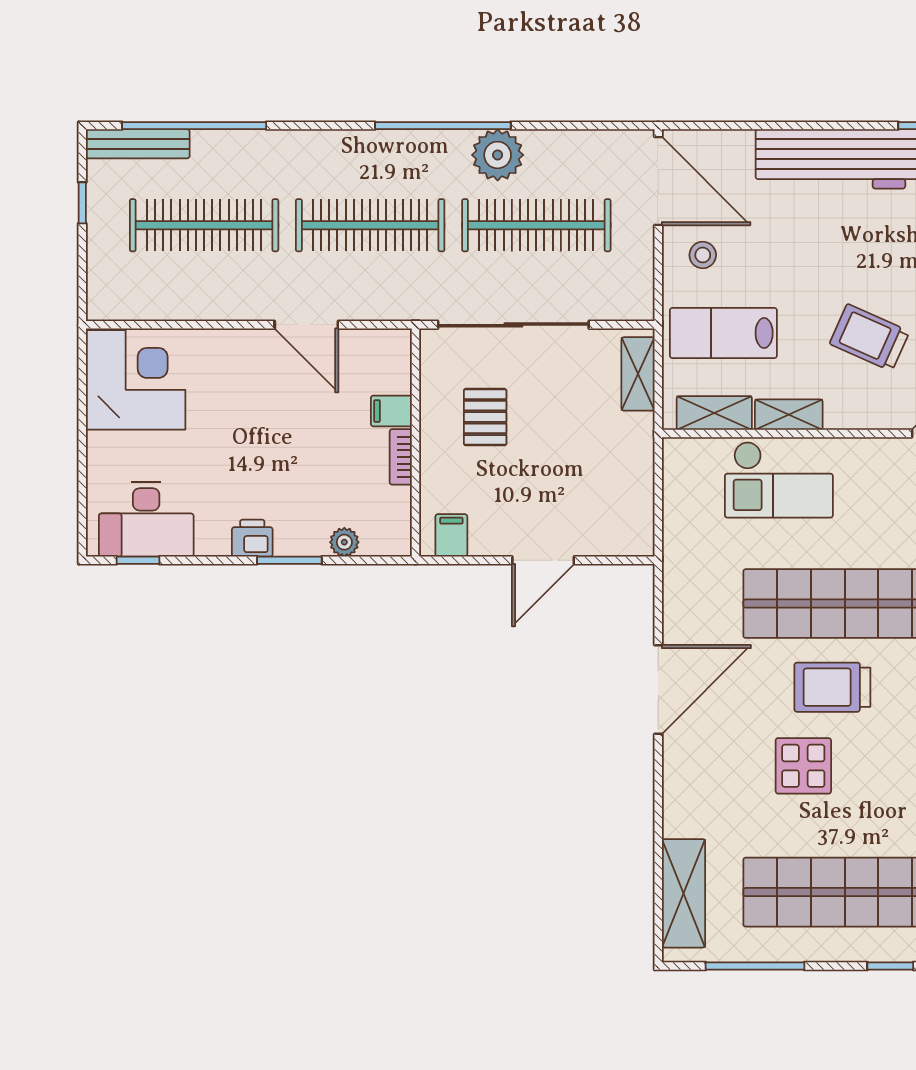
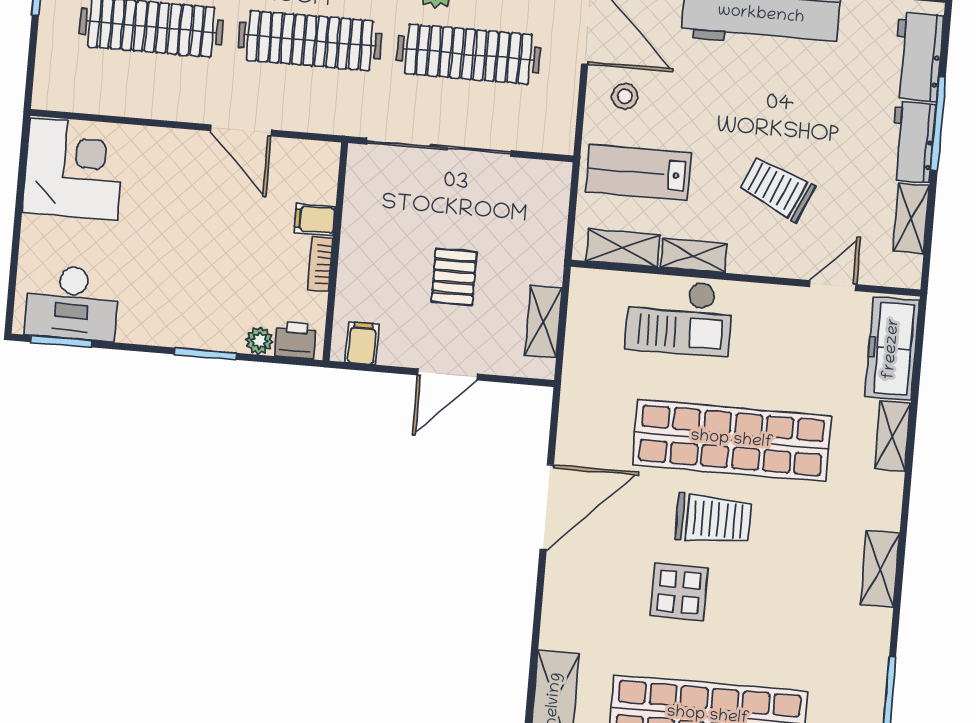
shelving: (638, 374) -> (543, 321), moved
pallet: (485, 417) -> (454, 277), moved
printer: (252, 538) -> (296, 340), moved
window: (138, 560) -> (61, 341), width x1.50
trolley: (832, 687) -> (713, 519), turned 180

